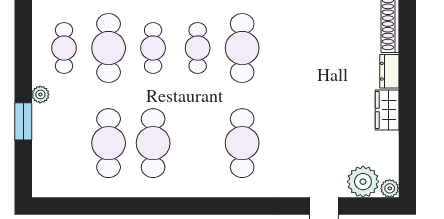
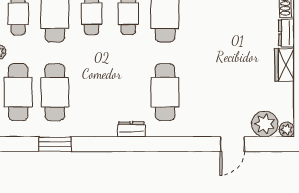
cafe table: (153, 143) -> (18, 92), moved
dresser: (201, 188) -> (131, 129), added
window: (108, 206) -> (55, 144), added

